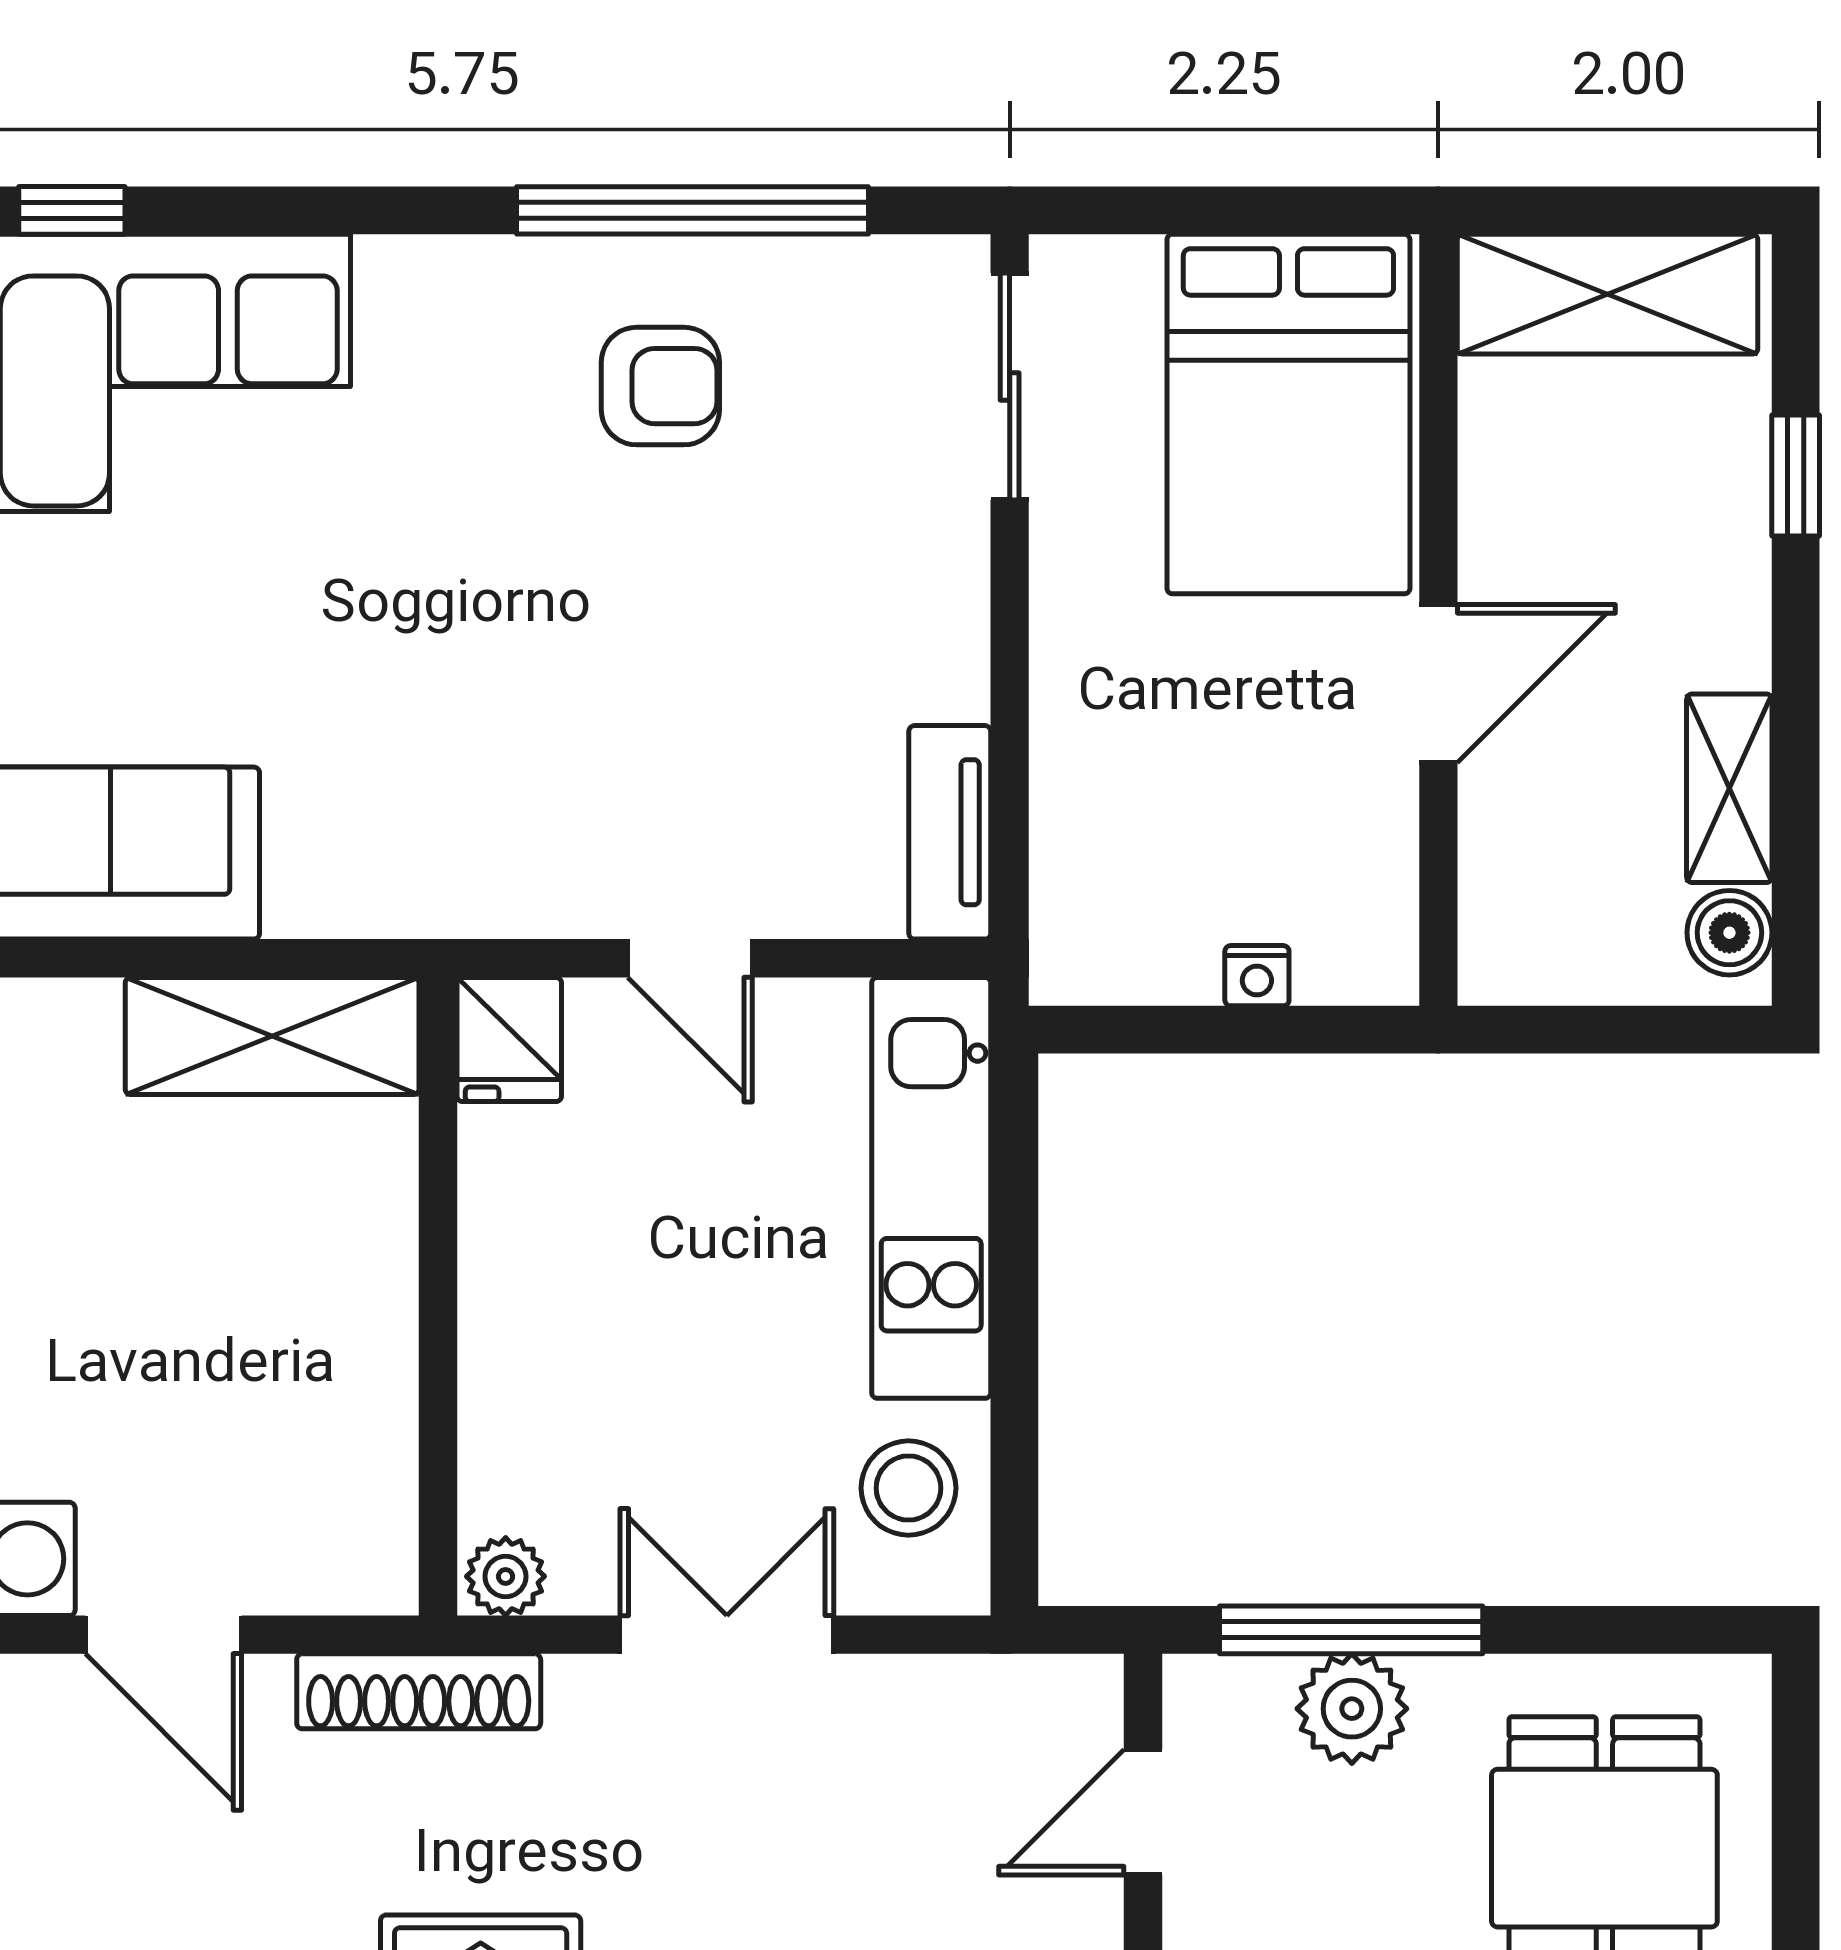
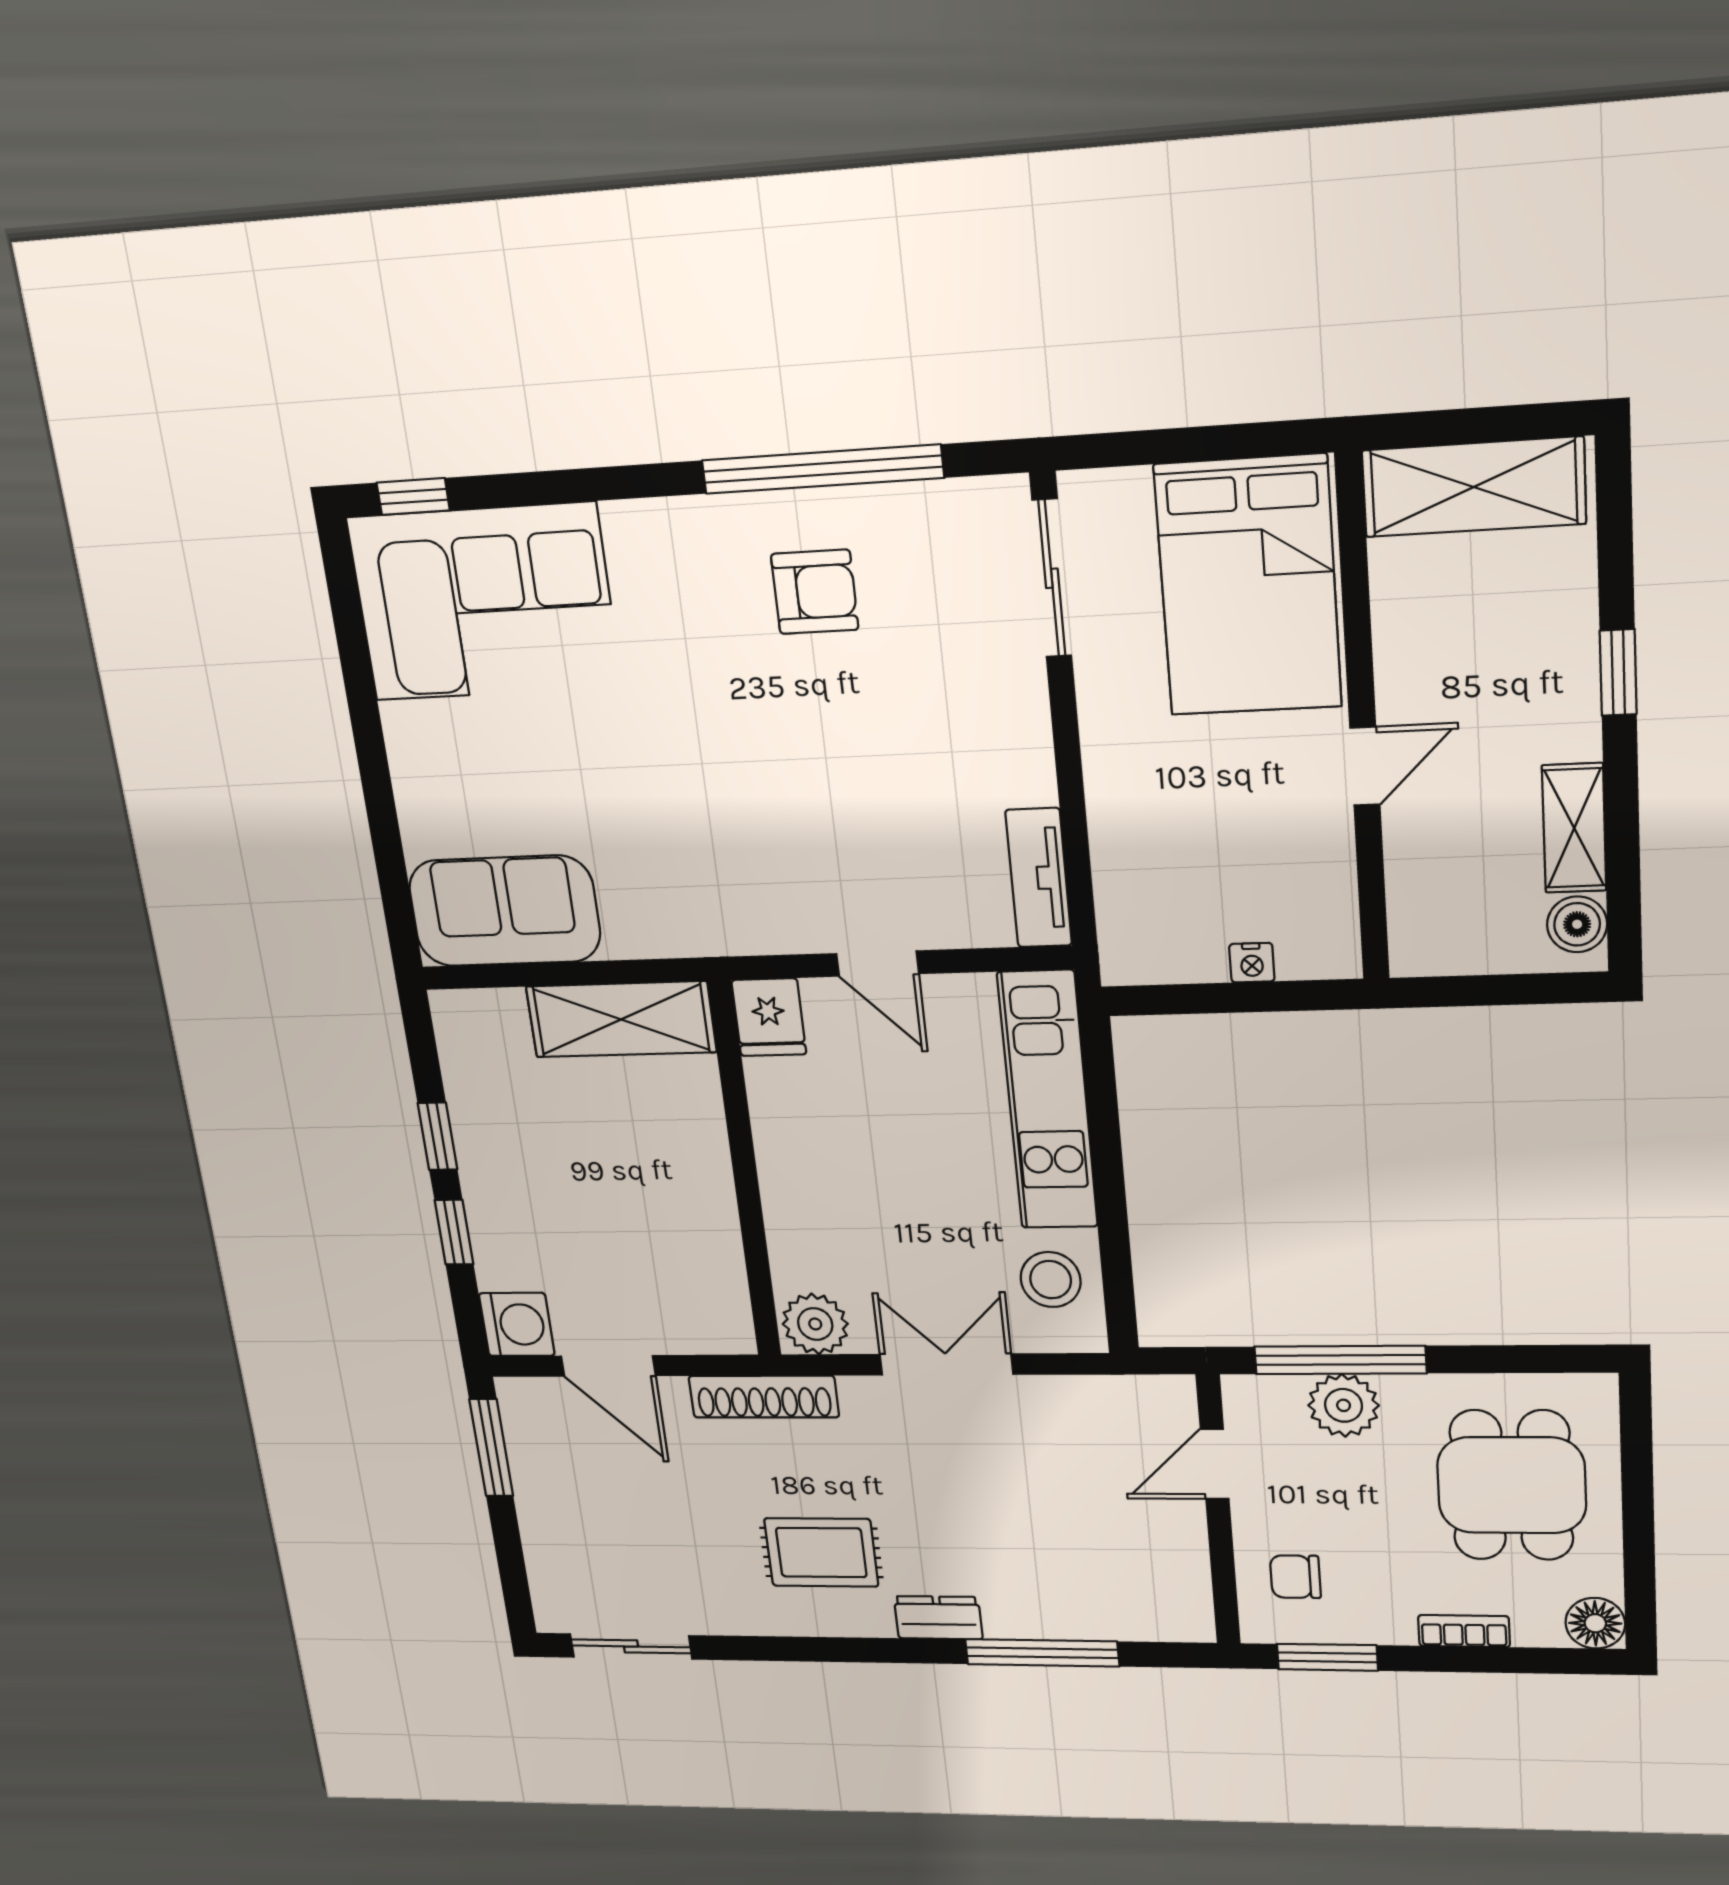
window: (1796, 476) -> (1618, 673), moved
door: (1438, 684) -> (1365, 766), width x0.73
plant: (506, 1576) -> (815, 1324), width x1.38, depth x1.38

